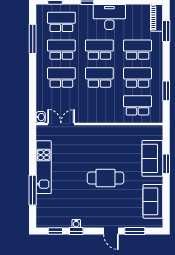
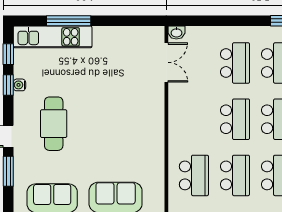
kitchen unit: (44, 167) -> (53, 37), moved
cafe table: (105, 178) -> (54, 124), moved

